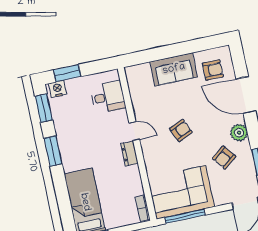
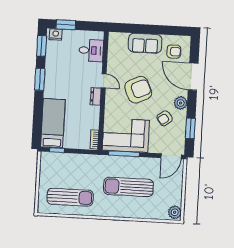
armchair: (181, 130) -> (138, 90), width x1.88, depth x1.88

